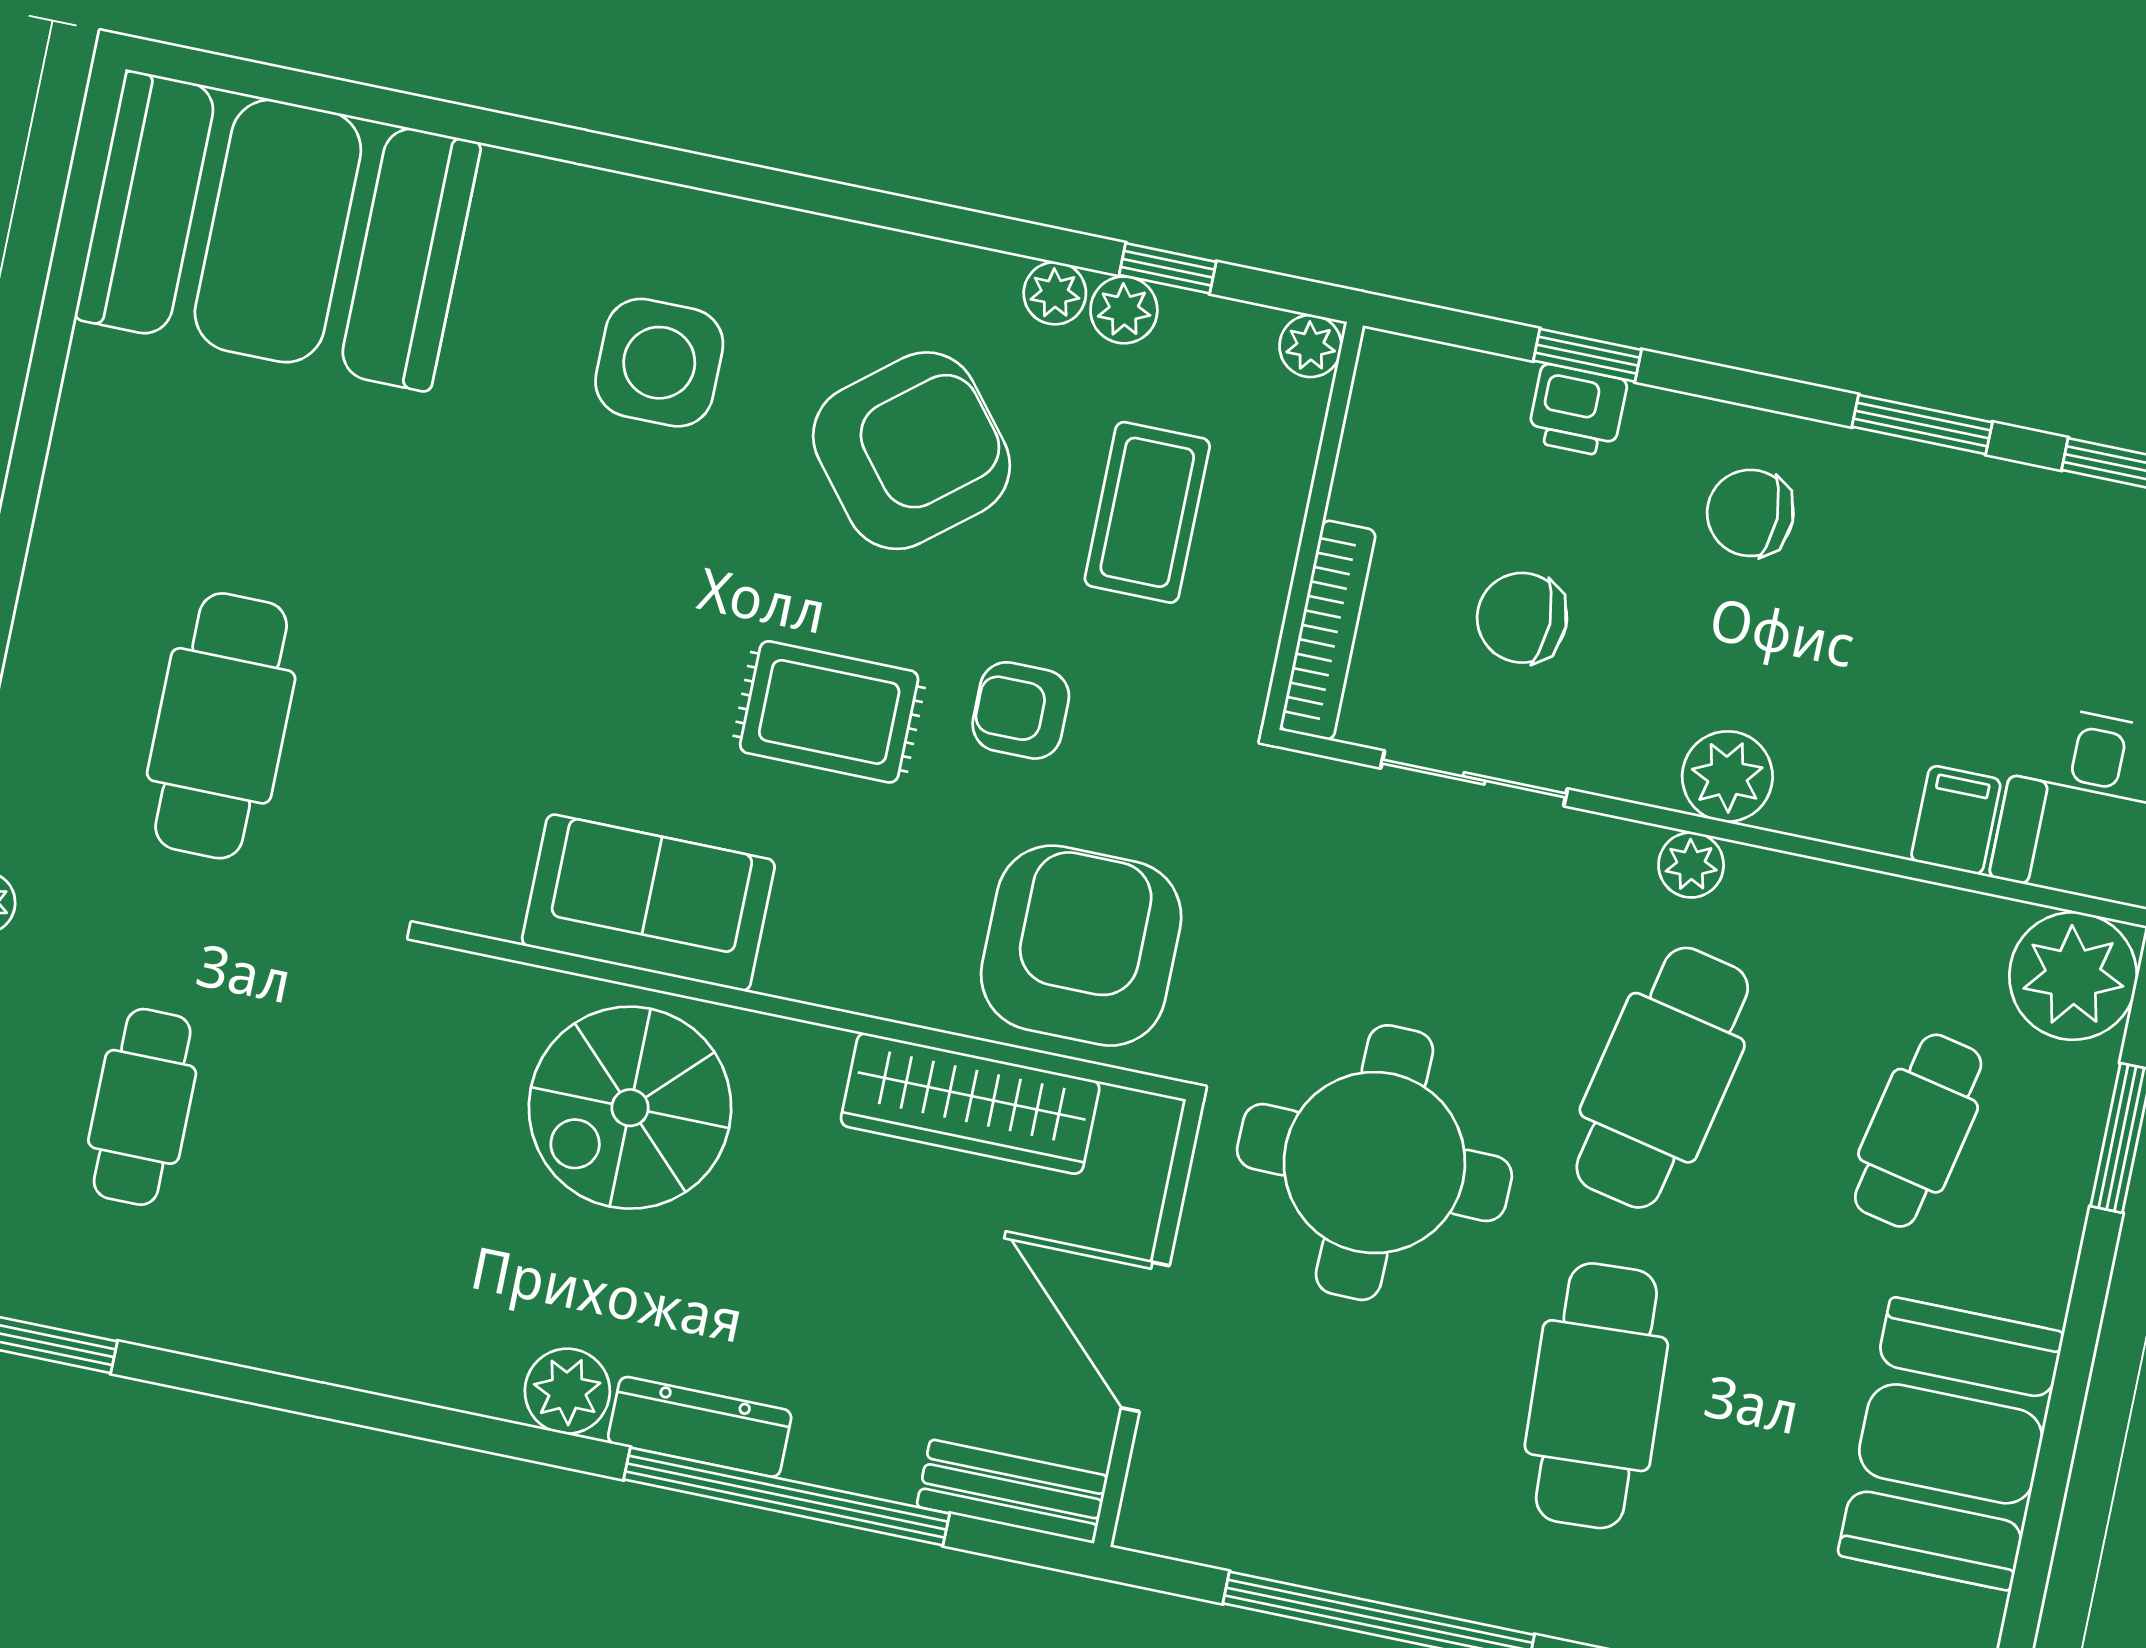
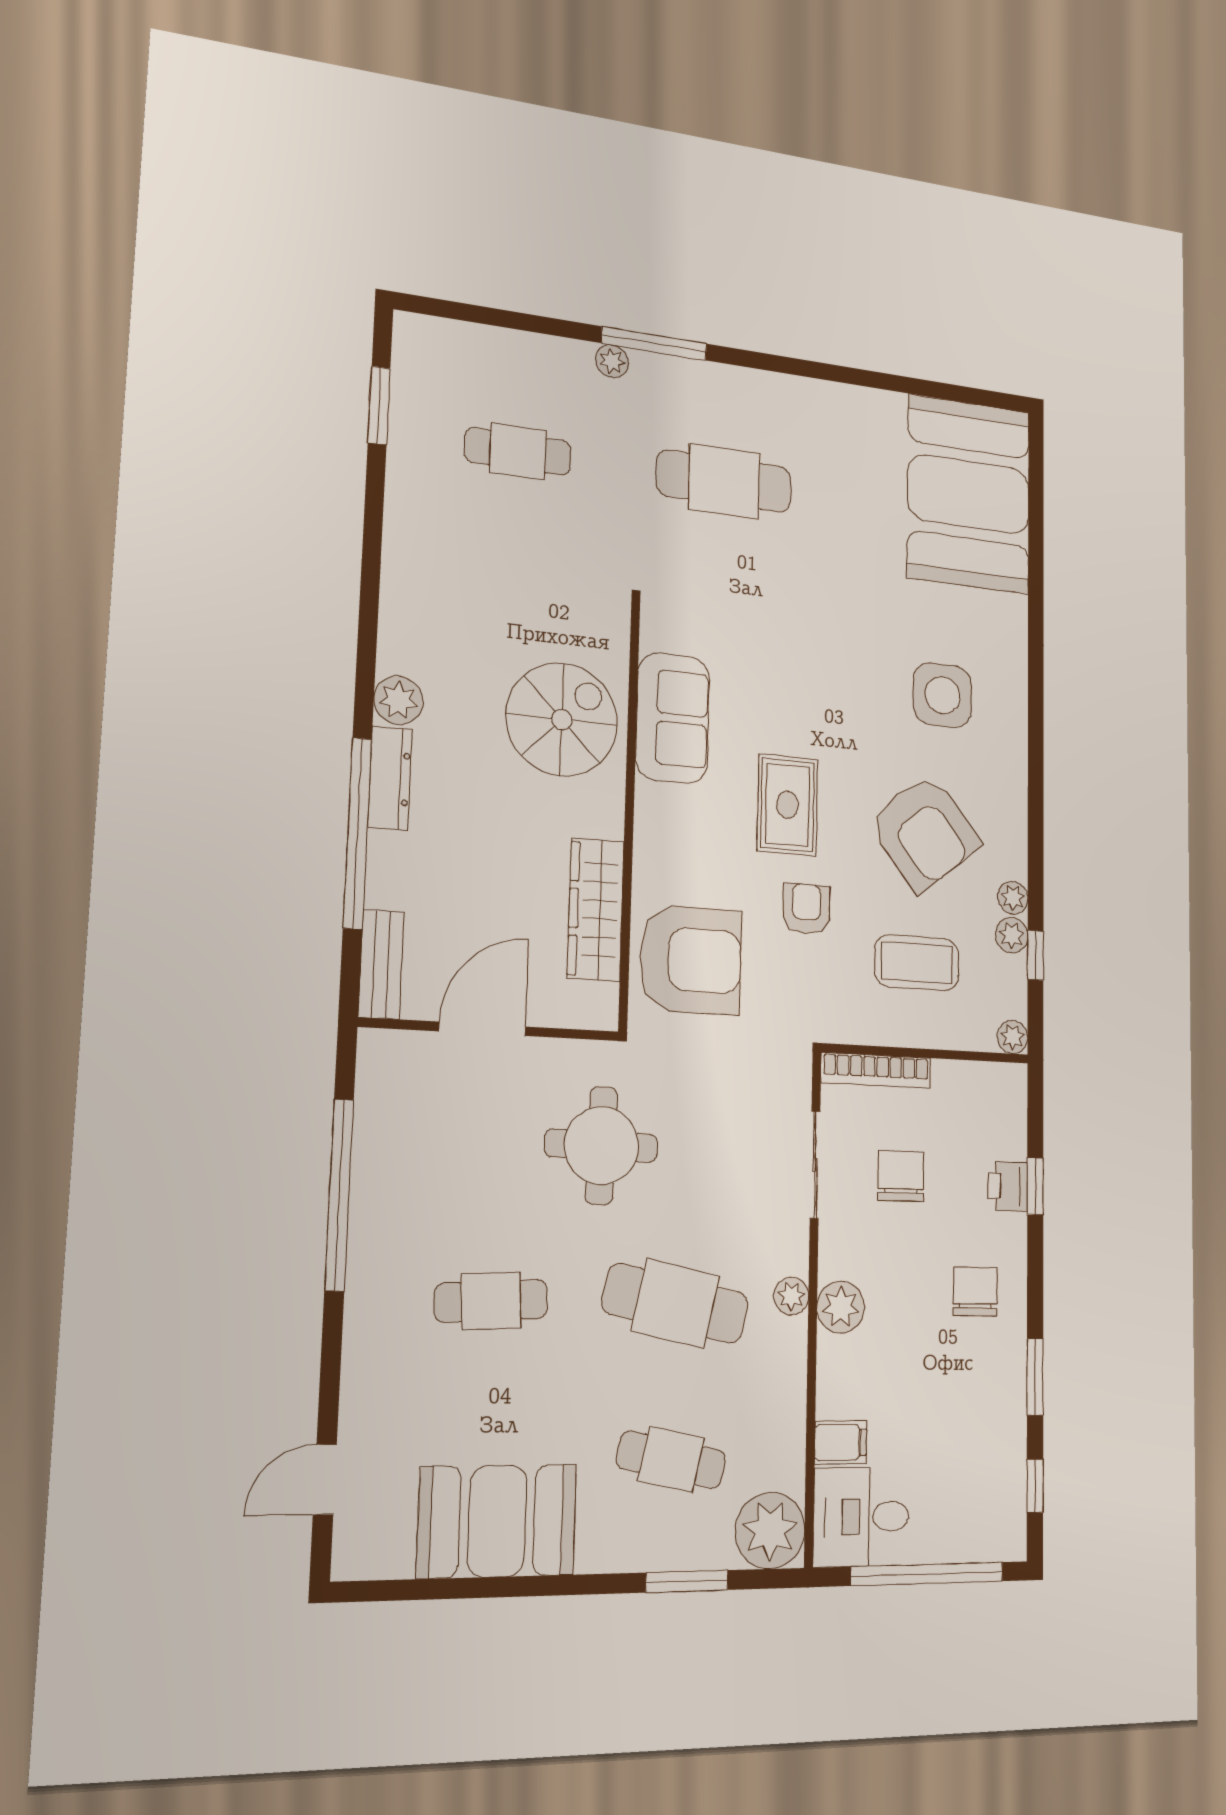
spiral stairs: (630, 1108) -> (562, 720), turned 90
round table: (1374, 1163) -> (601, 1146), width x0.73, depth x0.73
cafe table: (1596, 1396) -> (491, 1301), width x0.73, depth x0.74

